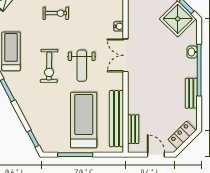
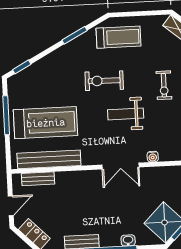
double door: (126, 55) -> (120, 166), swing flipped
weight bench: (82, 66) -> (126, 114), moved

